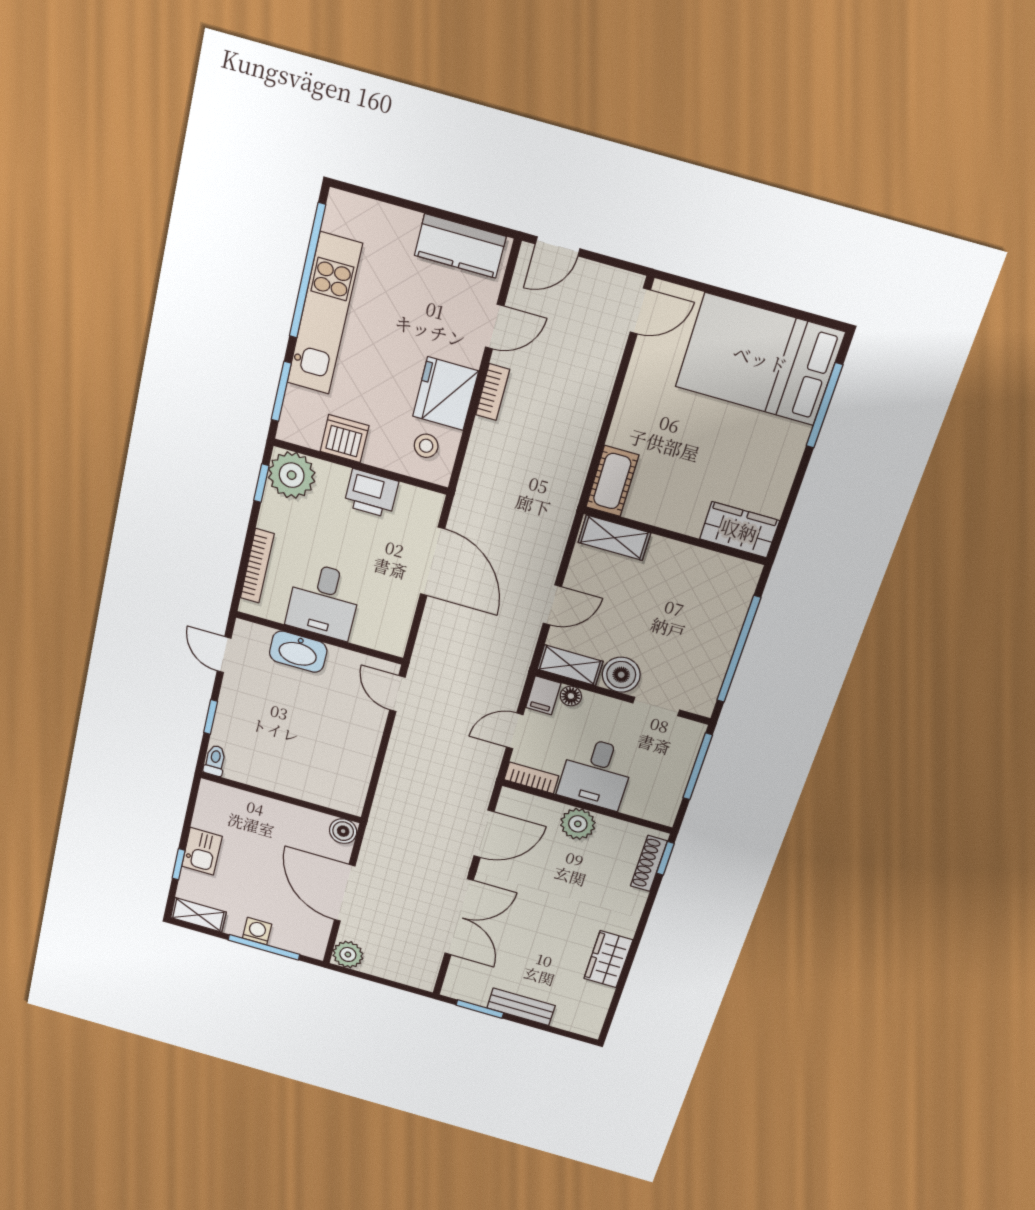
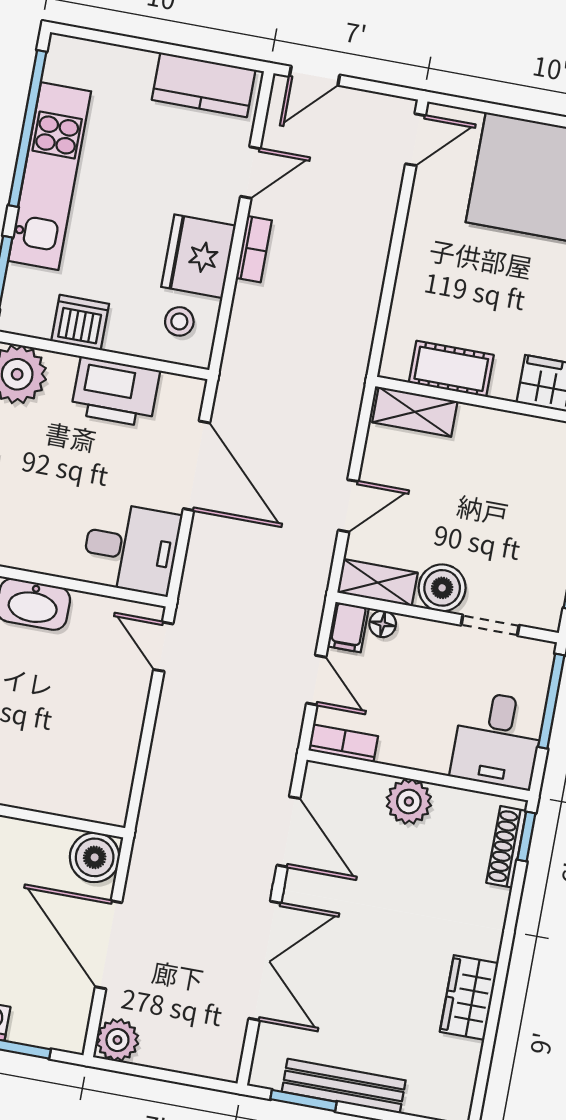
cot: (612, 481) -> (451, 369), moved, turned 90
printer: (371, 493) -> (115, 392), width x1.37, depth x1.19
desk: (324, 601) -> (131, 548), moved, turned -90
door: (515, 731) -> (316, 680), swing flipped
desk: (596, 773) -> (497, 740), moved
boiler: (343, 831) -> (95, 857), width x1.36, depth x1.36
door: (484, 834) -> (288, 832), hinge flipped
bench: (521, 1007) -> (344, 1086), width x1.36

